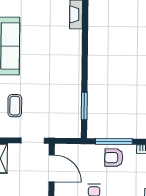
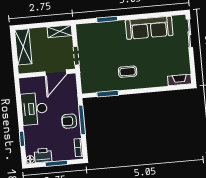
coffee table: (15, 106) -> (128, 72), moved
armchair: (114, 158) -> (69, 121), turned -90

